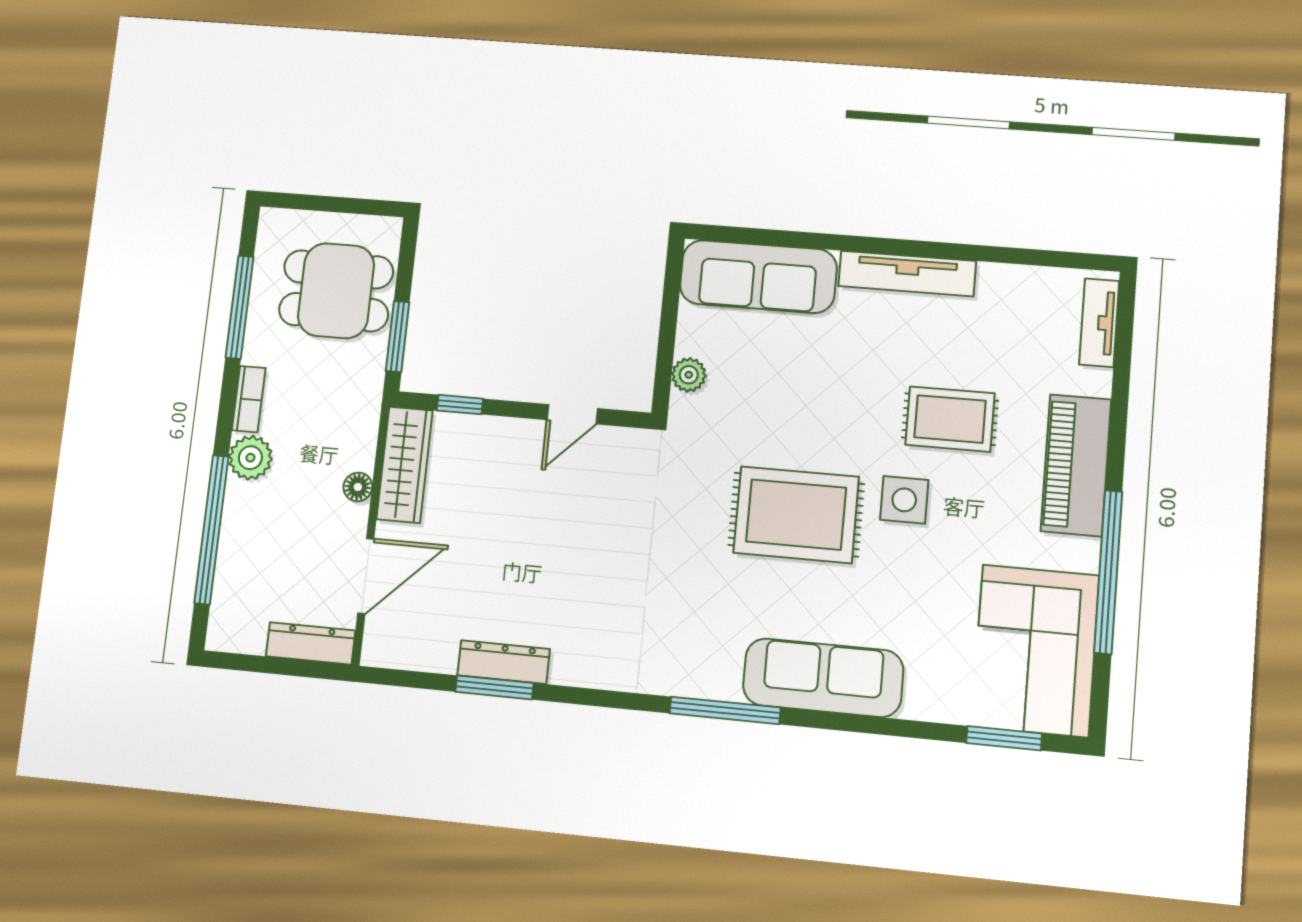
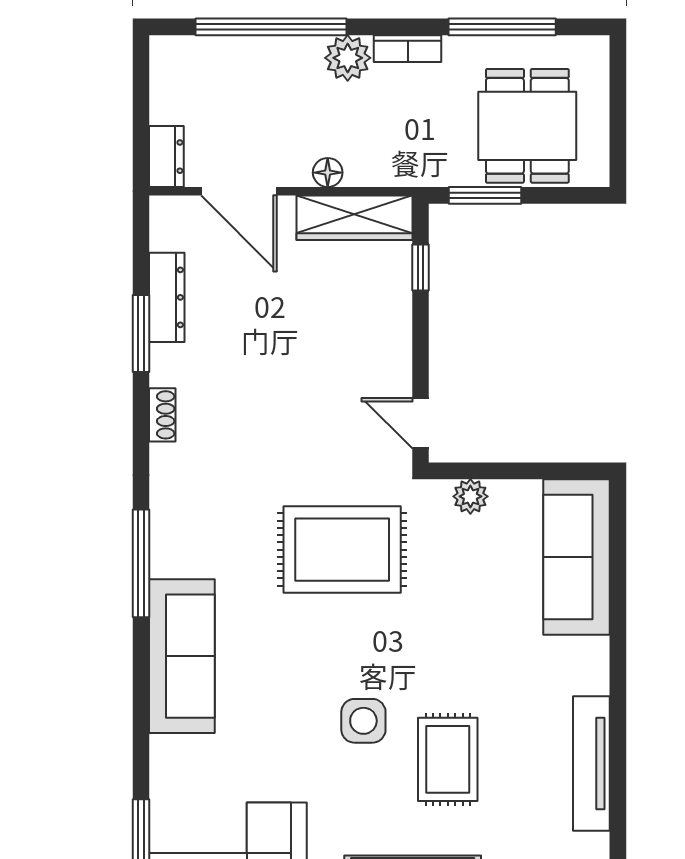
tv unit: (907, 274) -> (591, 763), moved
door: (572, 414) -> (420, 423), moved
rug: (796, 515) -> (342, 550), moved, turned 90
dresser: (311, 643) -> (166, 157), width x0.70
dresser: (504, 662) -> (167, 297), moved
shoe rack: (578, 674) -> (162, 415), added

